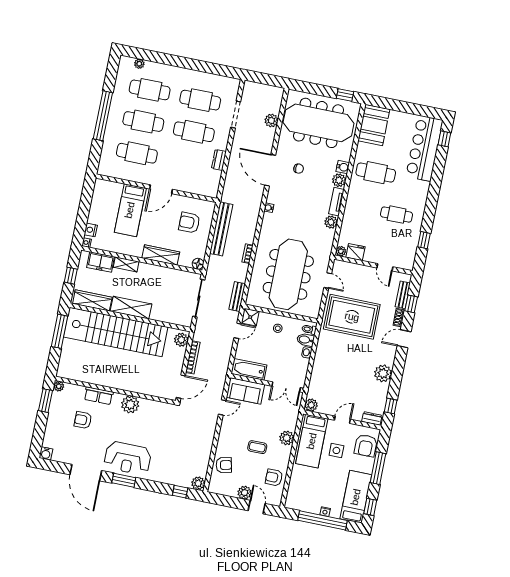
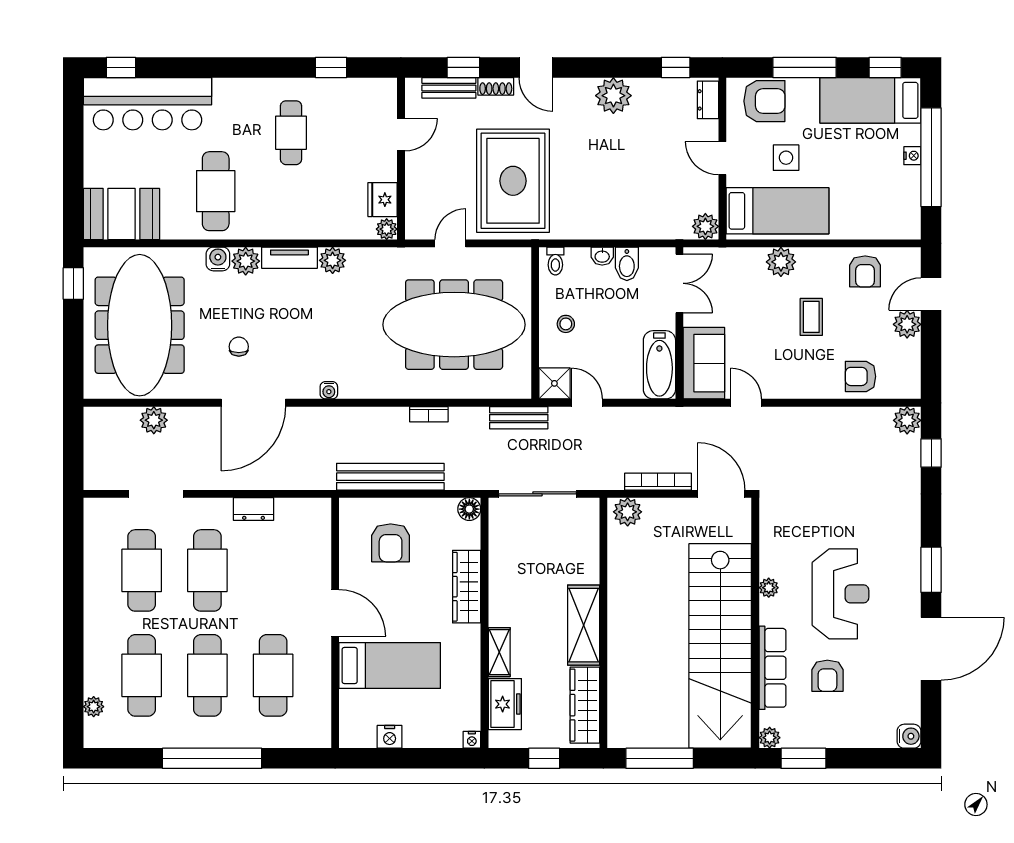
nightstand: (91, 230) -> (390, 737), moved
stairs: (116, 332) -> (720, 646), moved, turned 180
bidet: (306, 340) -> (627, 264), moved
row of seats: (99, 396) -> (772, 668), width x1.48
plant: (130, 404) -> (769, 588), width x0.53, depth x0.53
reception desk: (128, 458) -> (841, 594), moved
armchair: (224, 465) -> (860, 376), turned -77

